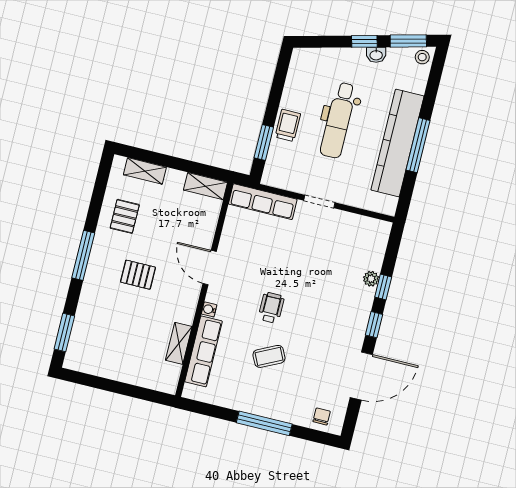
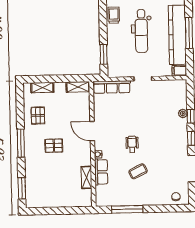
trolley: (288, 125) -> (114, 15), moved
filing cabinet: (385, 205) -> (179, 71), added
row of seats: (203, 351) -> (101, 172), width x0.68
window: (264, 423) -> (127, 209), moved

